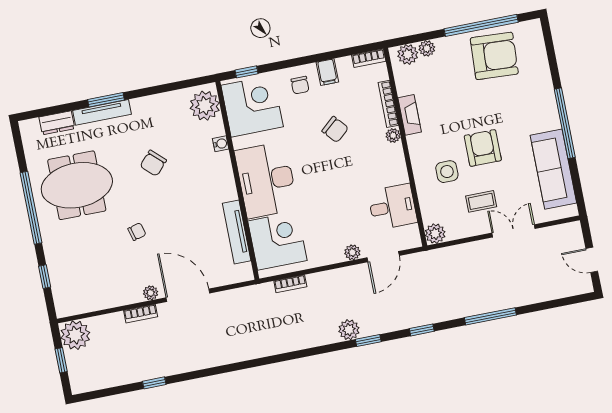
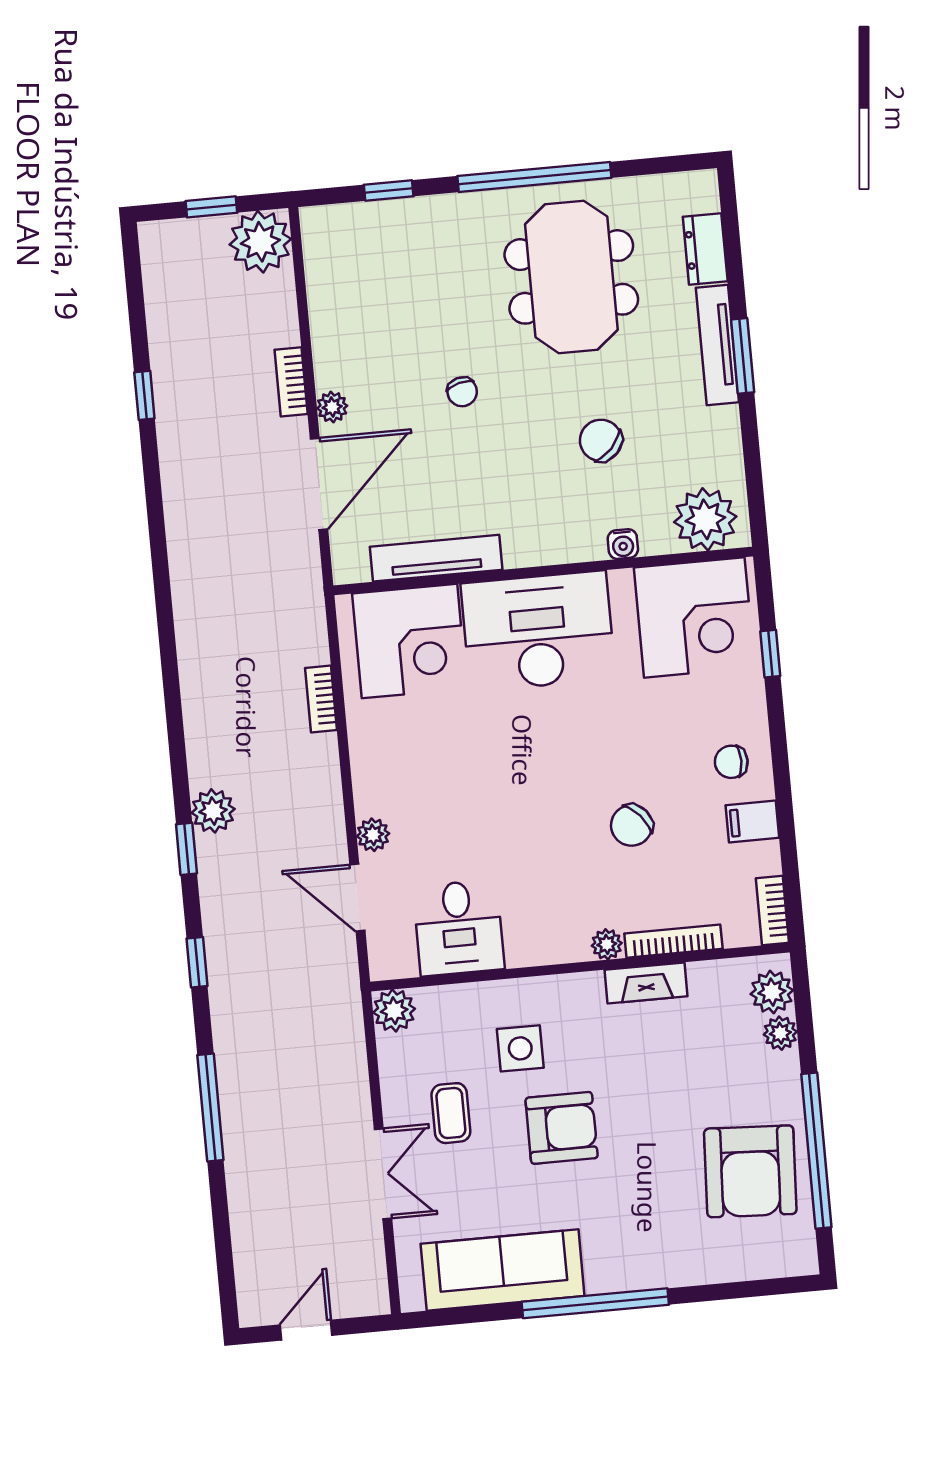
plant: (205, 106) -> (705, 519), moved
corner desk: (252, 106) -> (694, 617), moved
water cooler: (221, 144) -> (623, 544), moved
wall: (237, 180) -> (543, 571), moved
desk: (266, 180) -> (538, 631), moved
tv unit: (237, 232) -> (436, 558), moved
corner desk: (277, 241) -> (409, 641), moved

